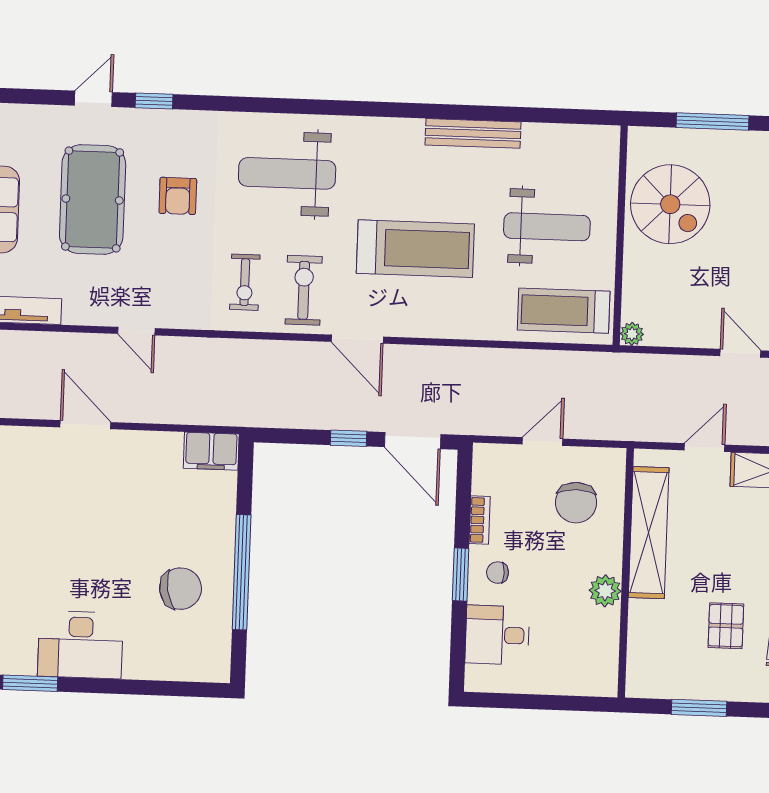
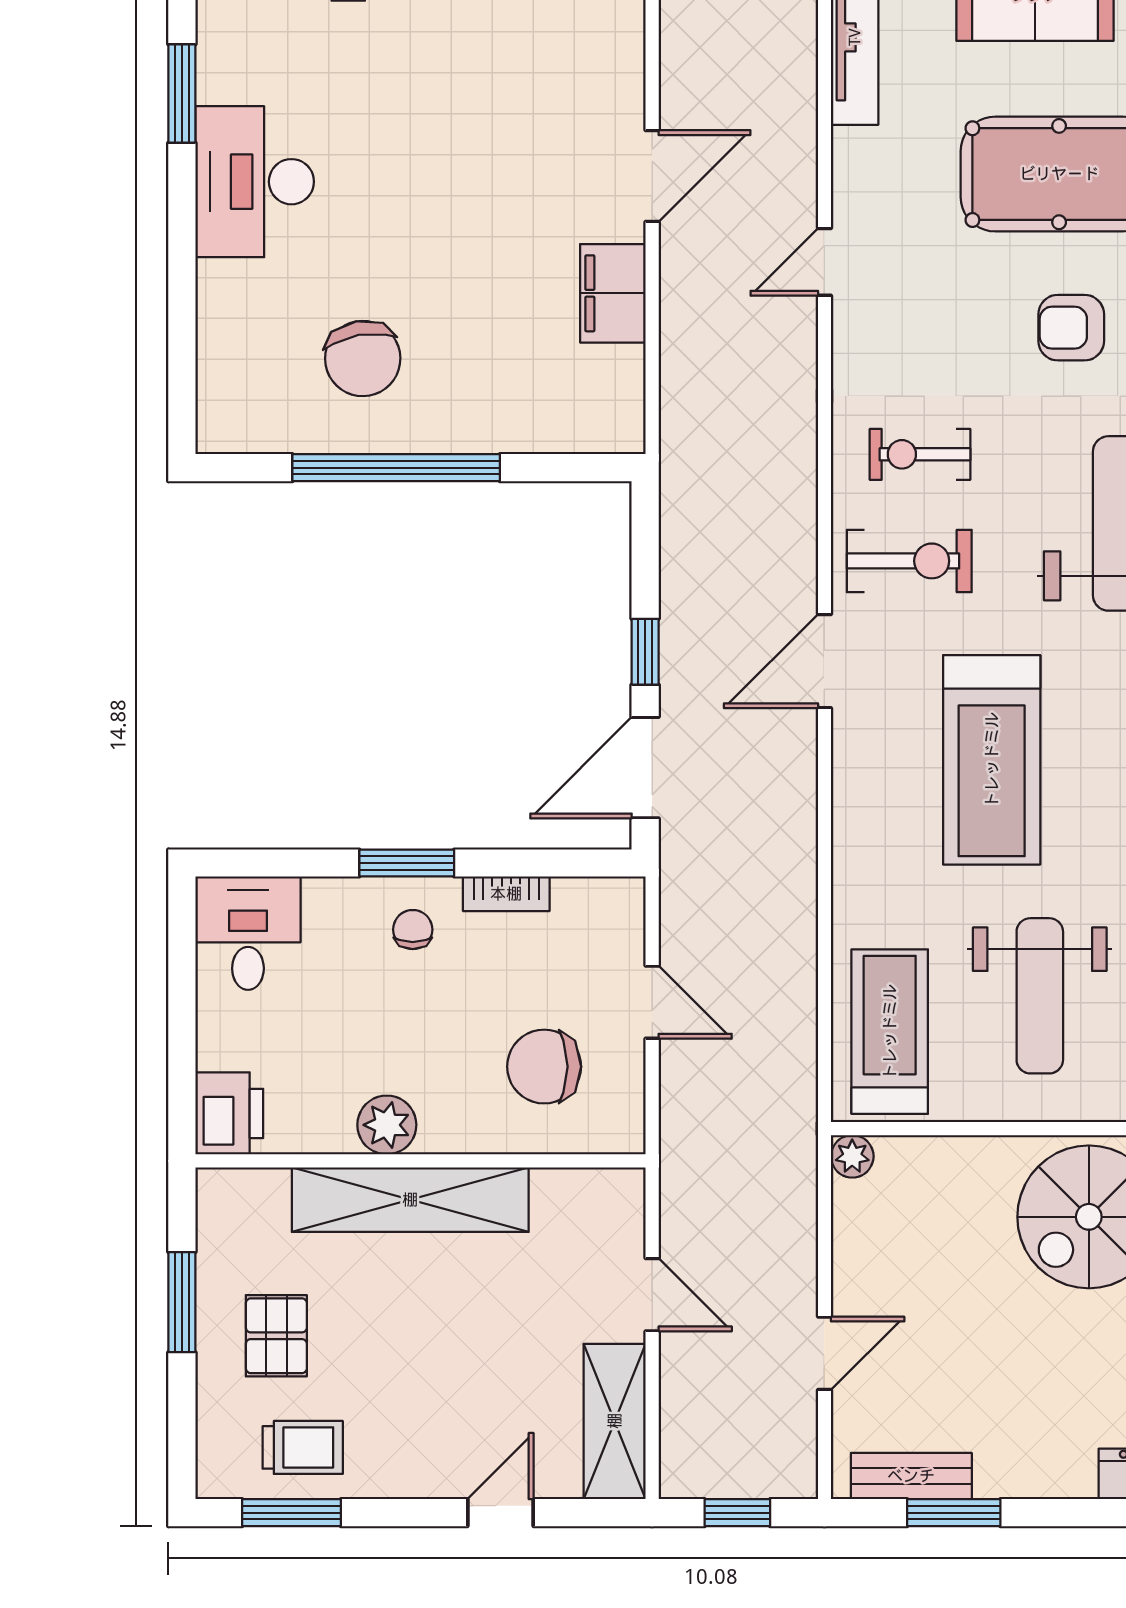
filing cabinet: (211, 451) -> (613, 293), moved
shelving: (649, 533) -> (410, 1200), moved
pallet: (726, 626) -> (276, 1336), moved, turned 90
desk: (497, 635) -> (248, 933), moved
printer: (596, 678) -> (229, 1113), added

